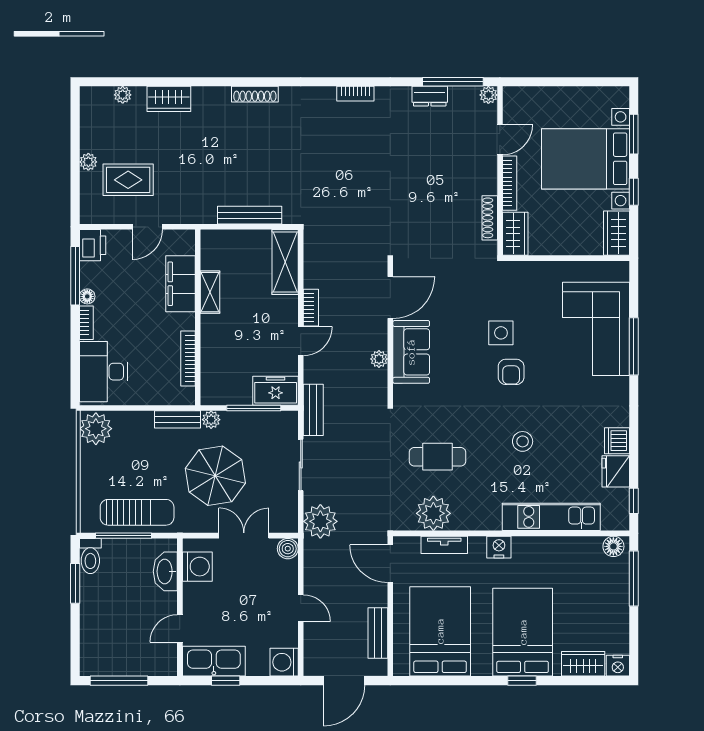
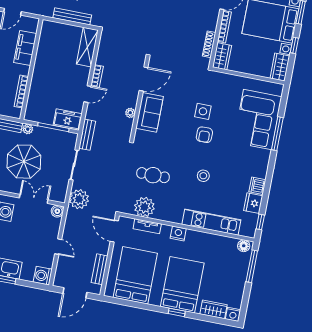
shelving: (210, 292) -> (41, 56), removed

